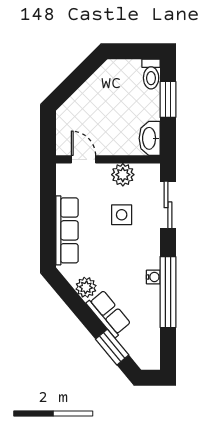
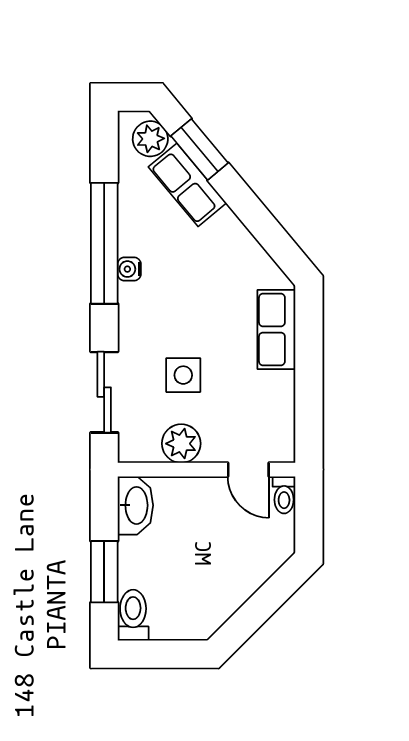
toilet: (63, 145) -> (284, 495), added
row of seats: (67, 230) -> (276, 329), width x0.68
plant: (86, 287) -> (150, 139), moved
row of seats: (109, 314) -> (187, 185), moved

